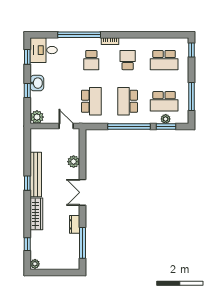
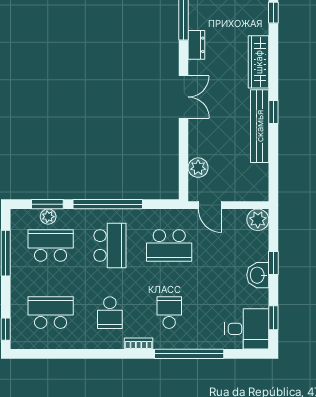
school desk: (91, 101) -> (169, 245), turned -90
plant: (74, 162) -> (198, 168), moved

